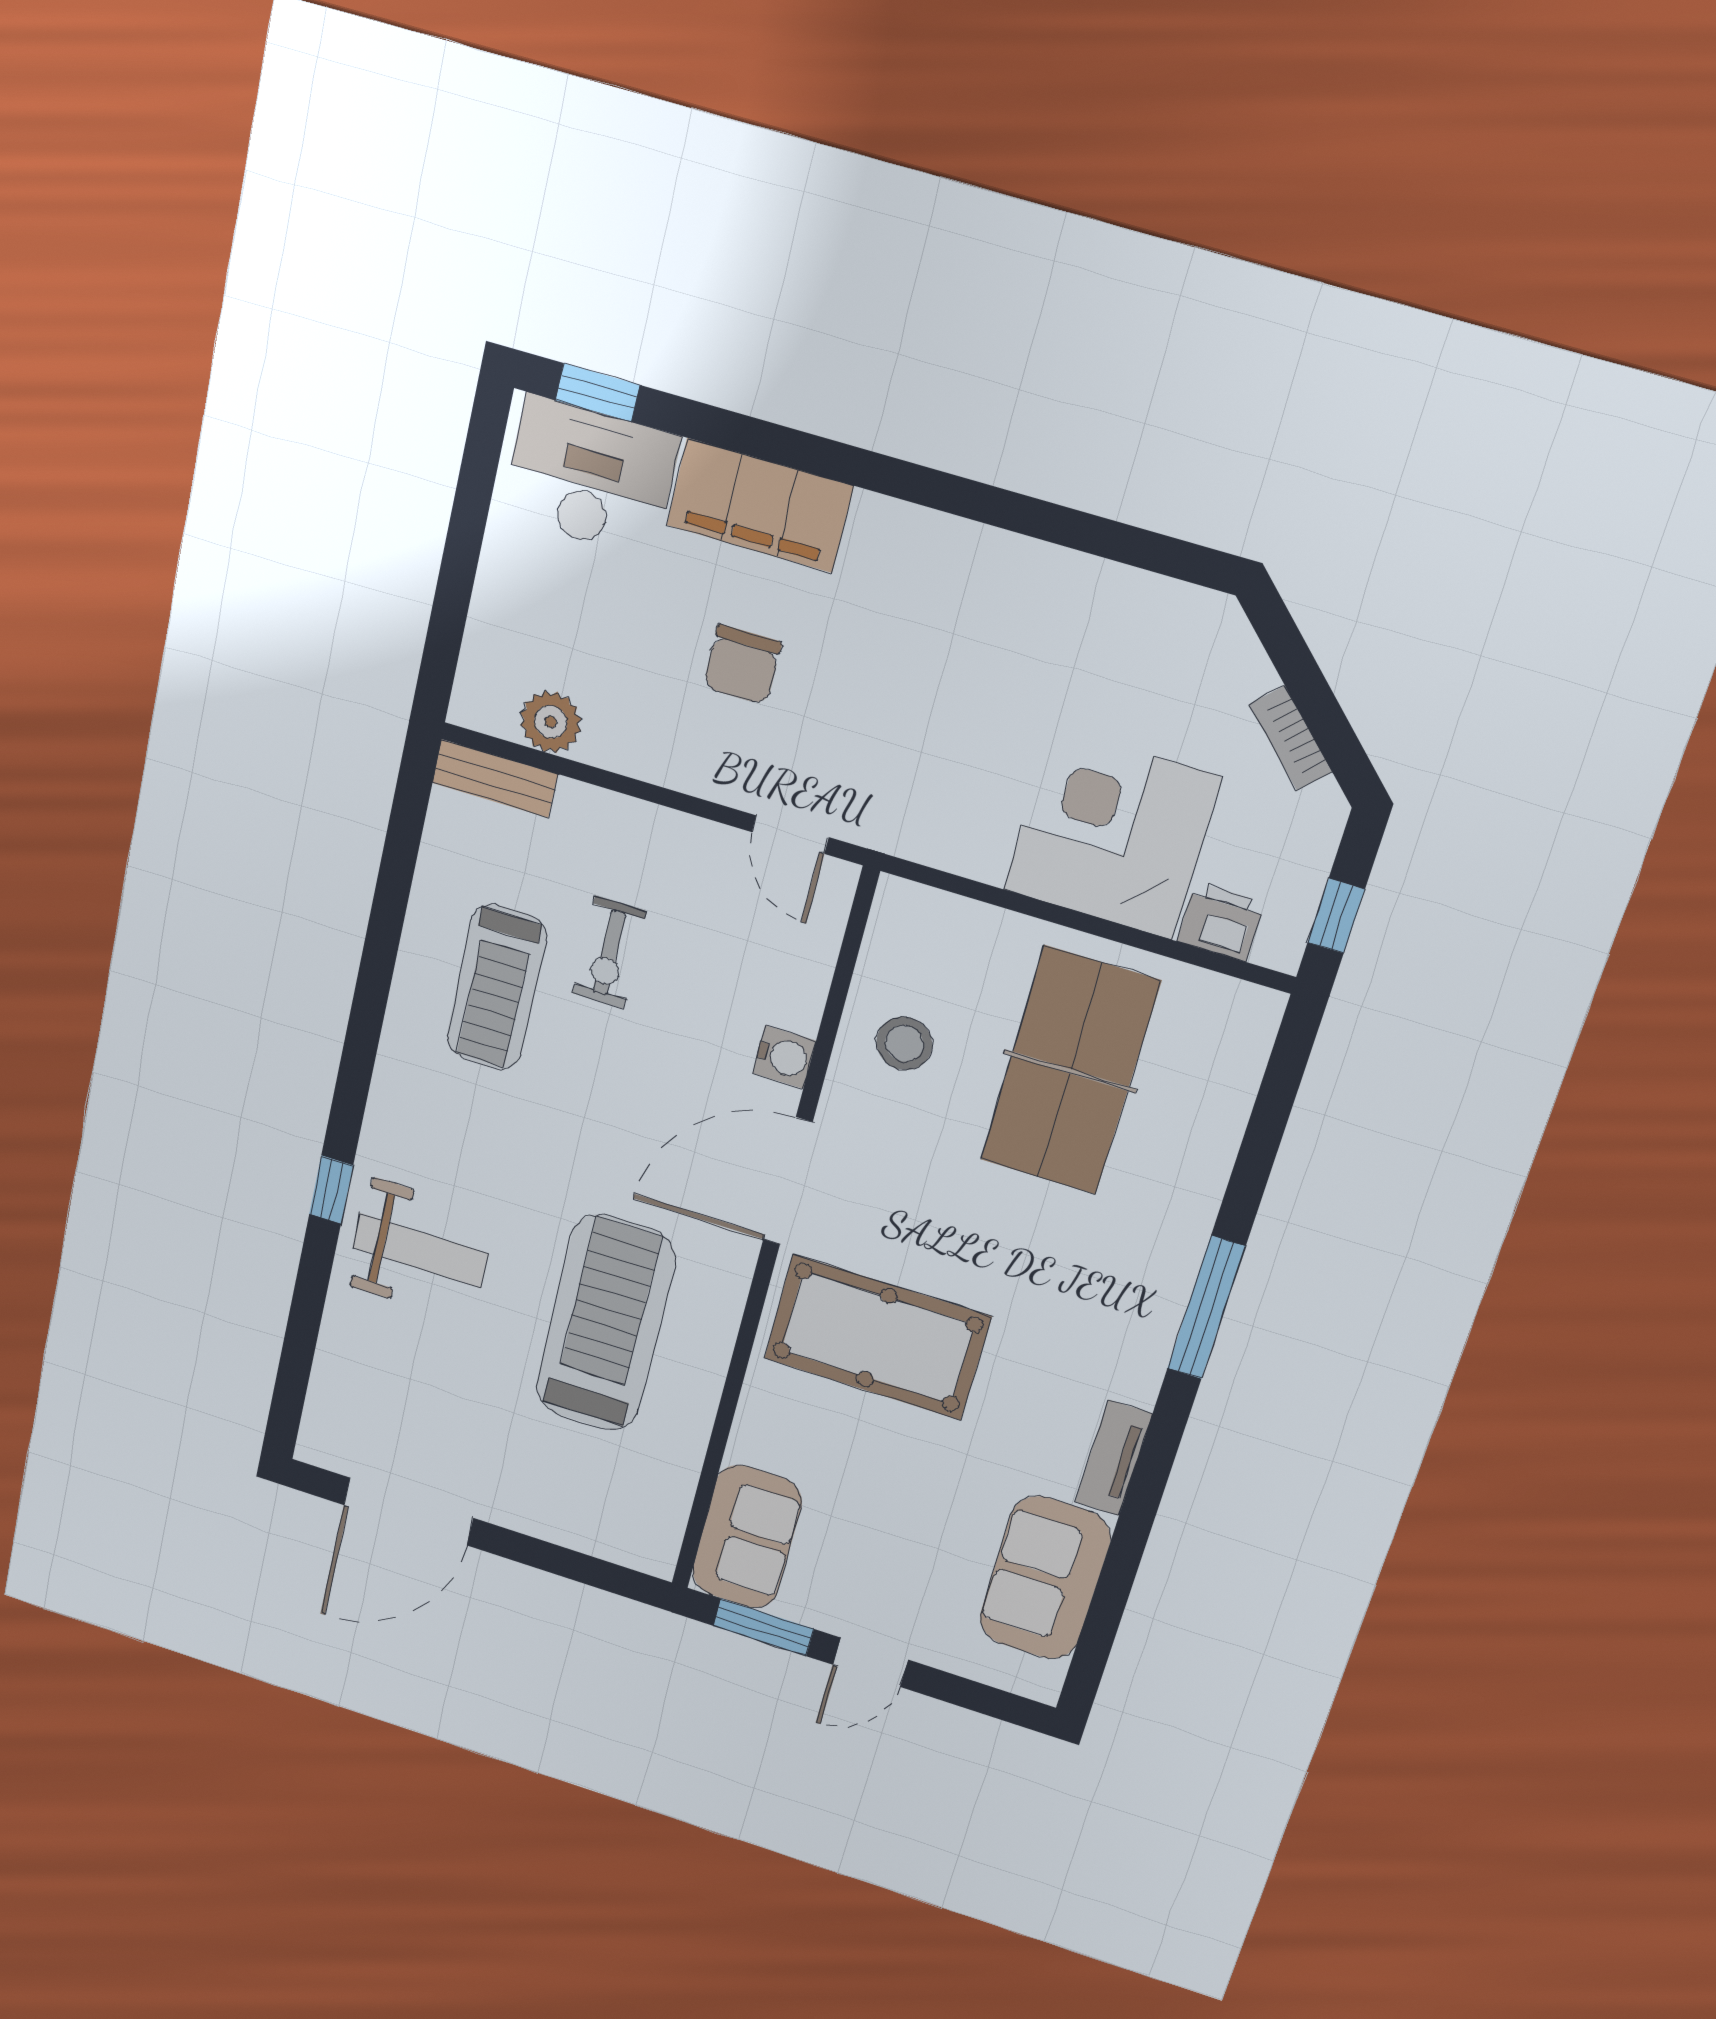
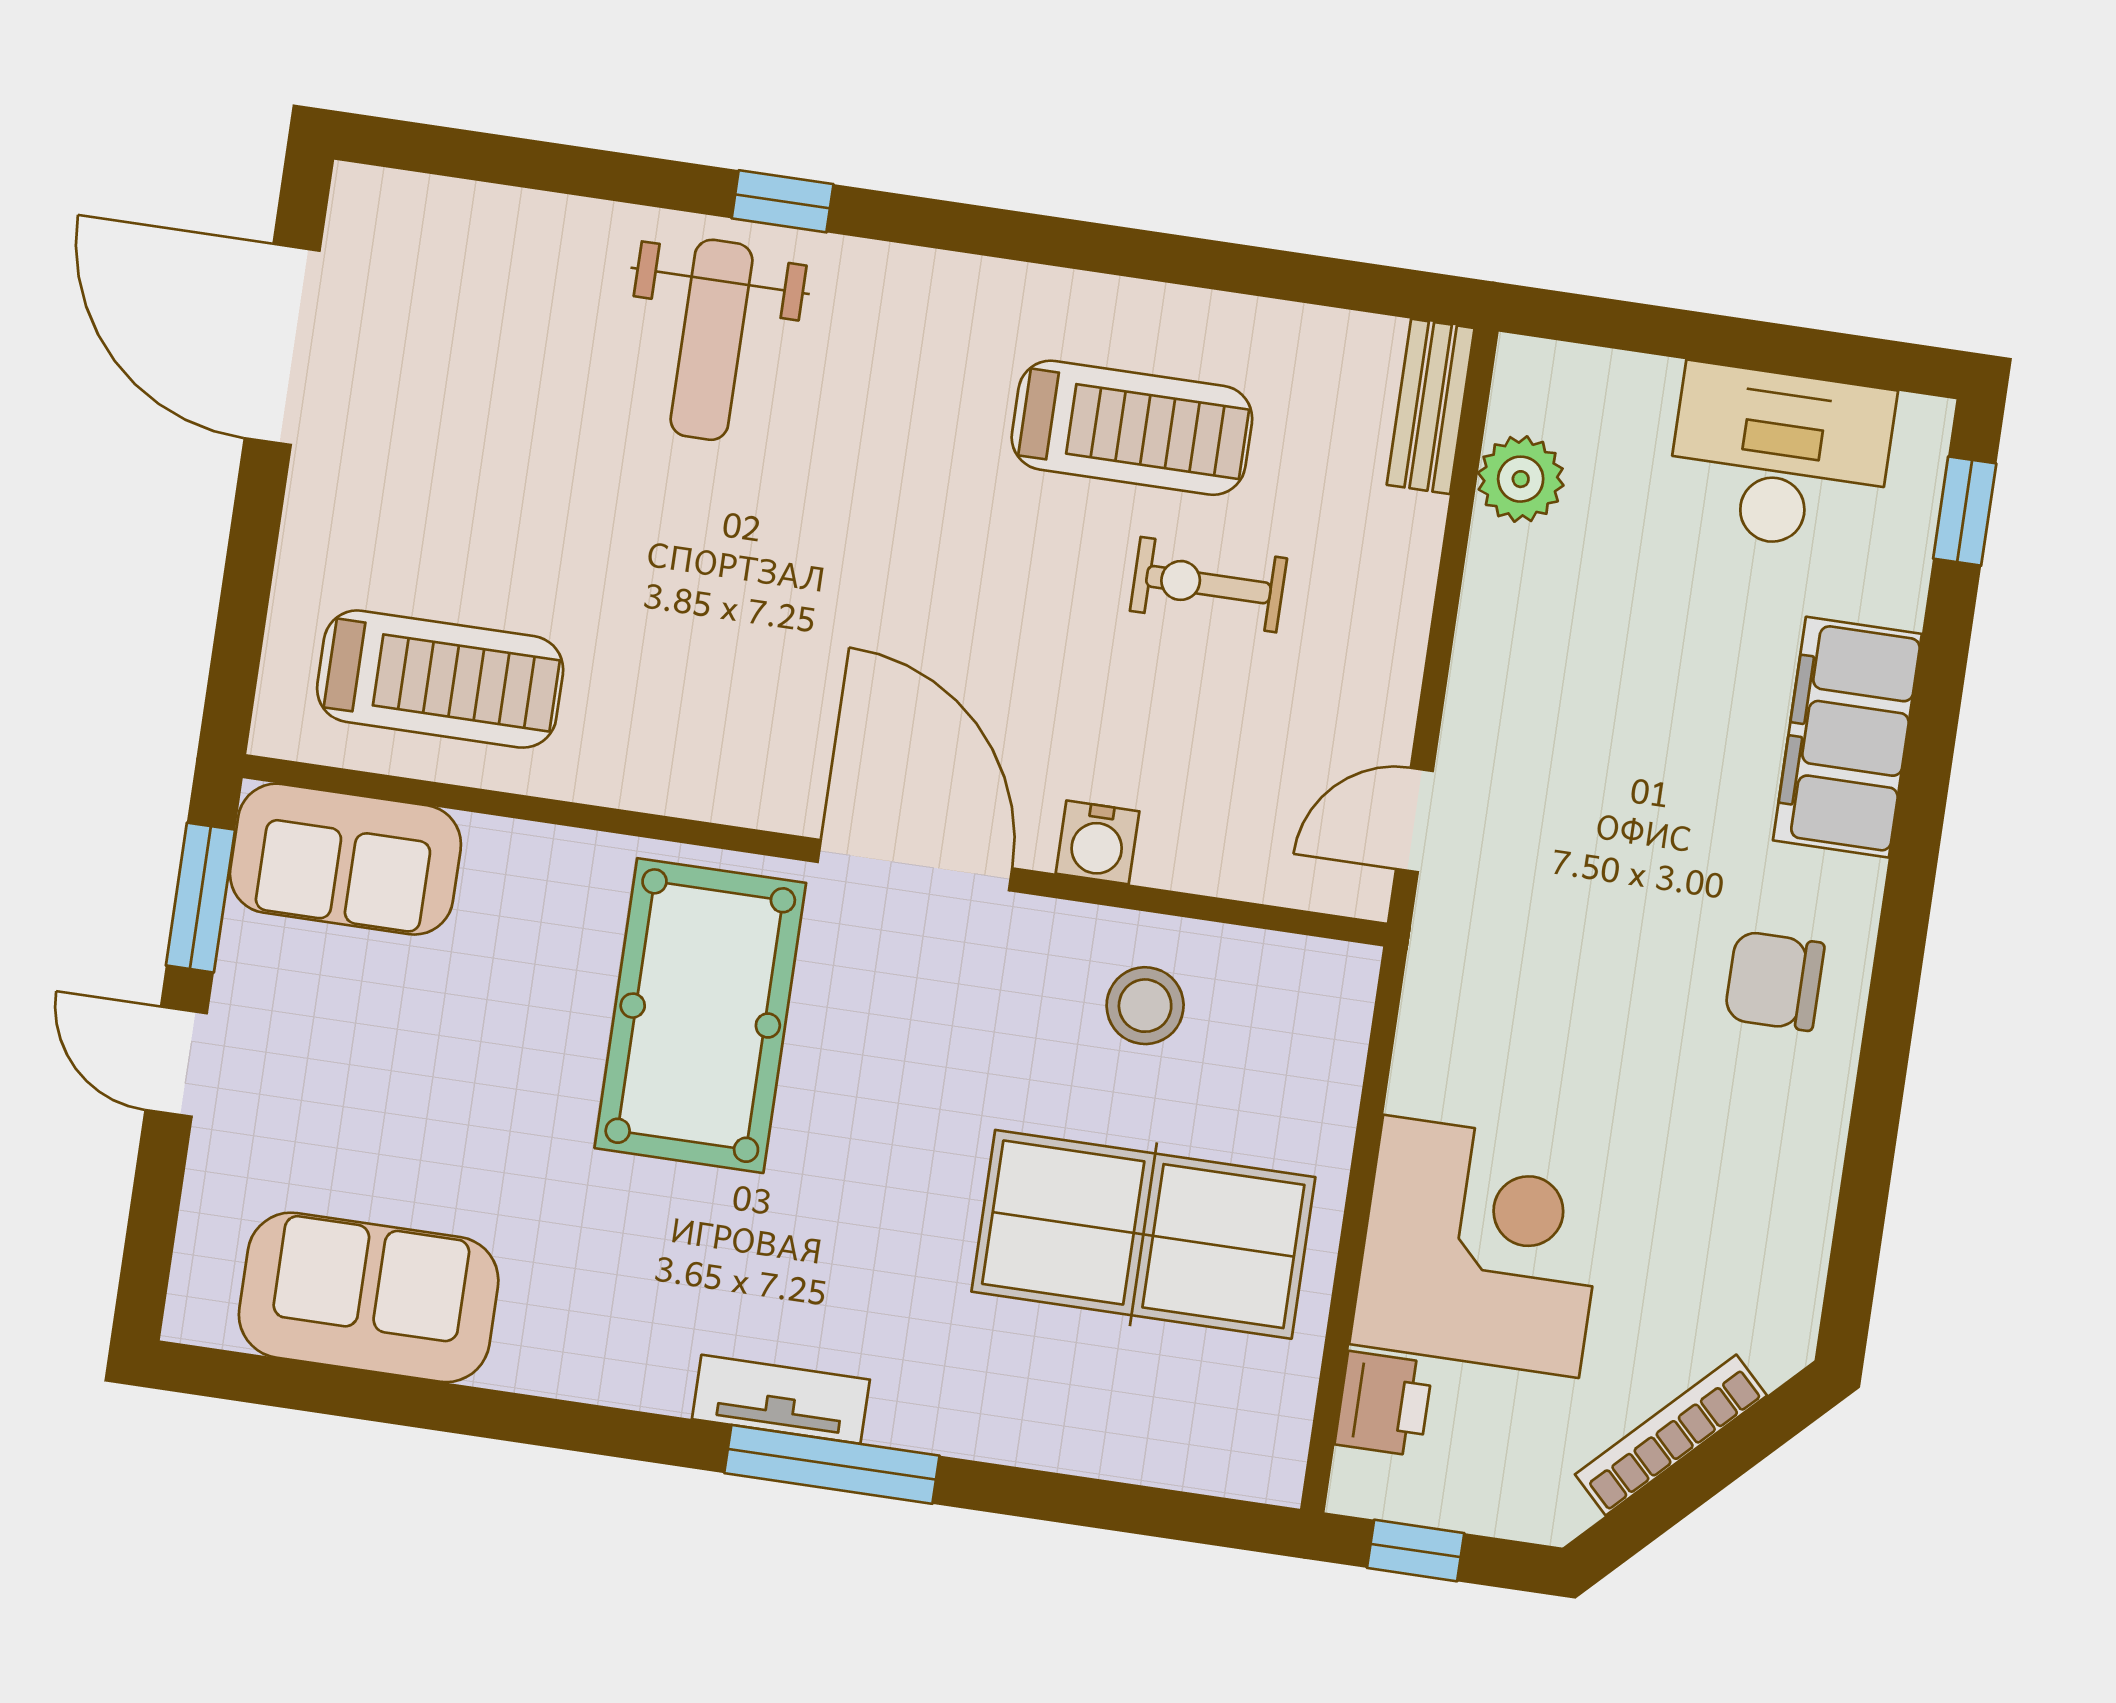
desk: (590, 477) -> (1780, 458), moved, turned -90
chair: (742, 665) -> (1774, 981), moved
bookcase: (1291, 738) -> (1671, 1435), width x1.56
treadmill: (496, 987) -> (1132, 428), turned 180
treadmill: (605, 1323) -> (440, 679), moved, width x0.73, depth x0.73
tv unit: (1114, 1458) -> (781, 1399), moved

